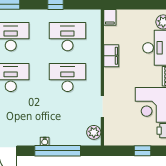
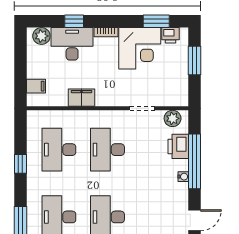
filing cabinet: (110, 17) -> (36, 86), moved
printer: (70, 137) -> (178, 146), added
window: (143, 151) -> (194, 61), width x1.50

